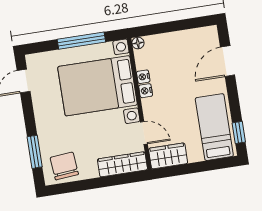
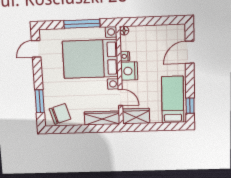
nightstand: (146, 91) -> (129, 71), width x1.89, depth x1.79
chair: (64, 166) -> (60, 114), turned 78

